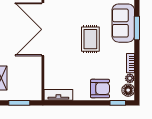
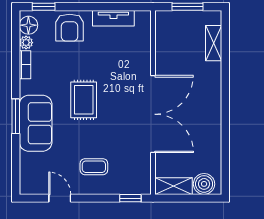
armchair: (100, 89) -> (70, 28), turned -90
tv unit: (58, 95) -> (113, 18), moved

